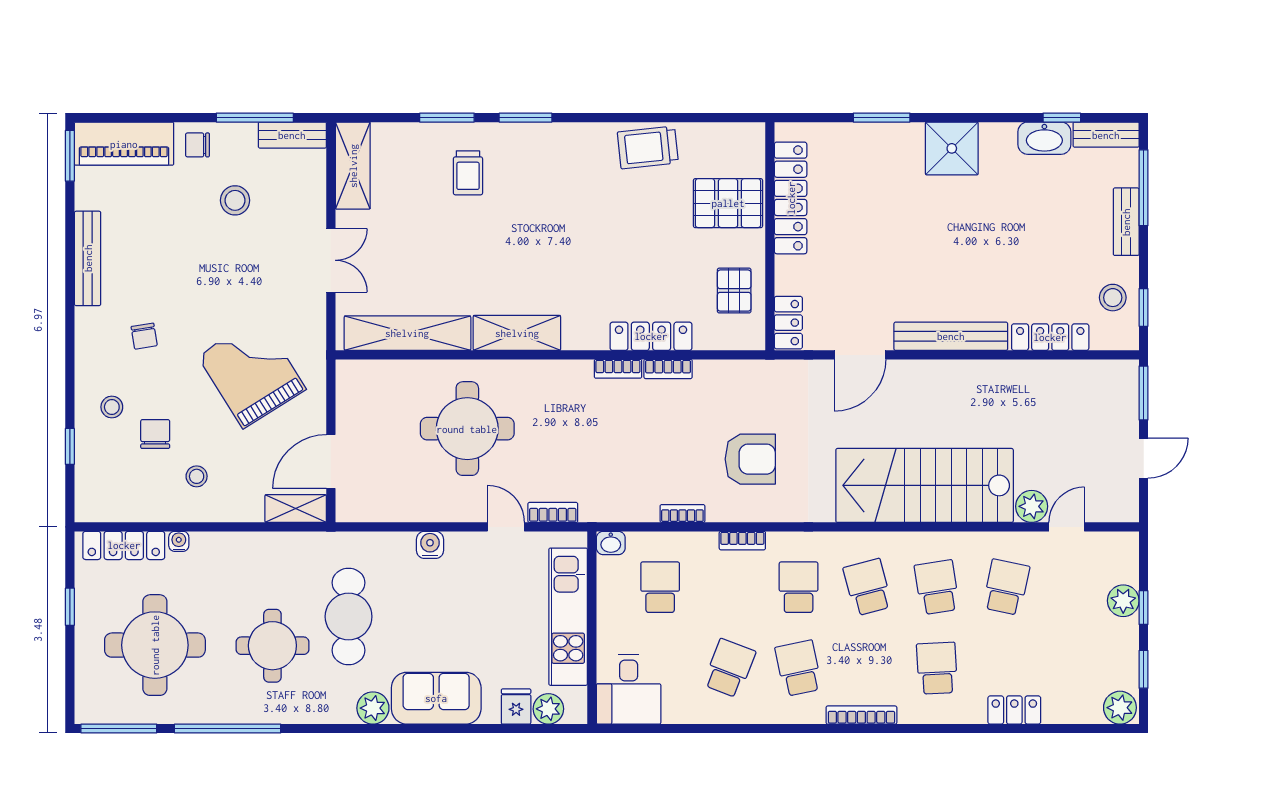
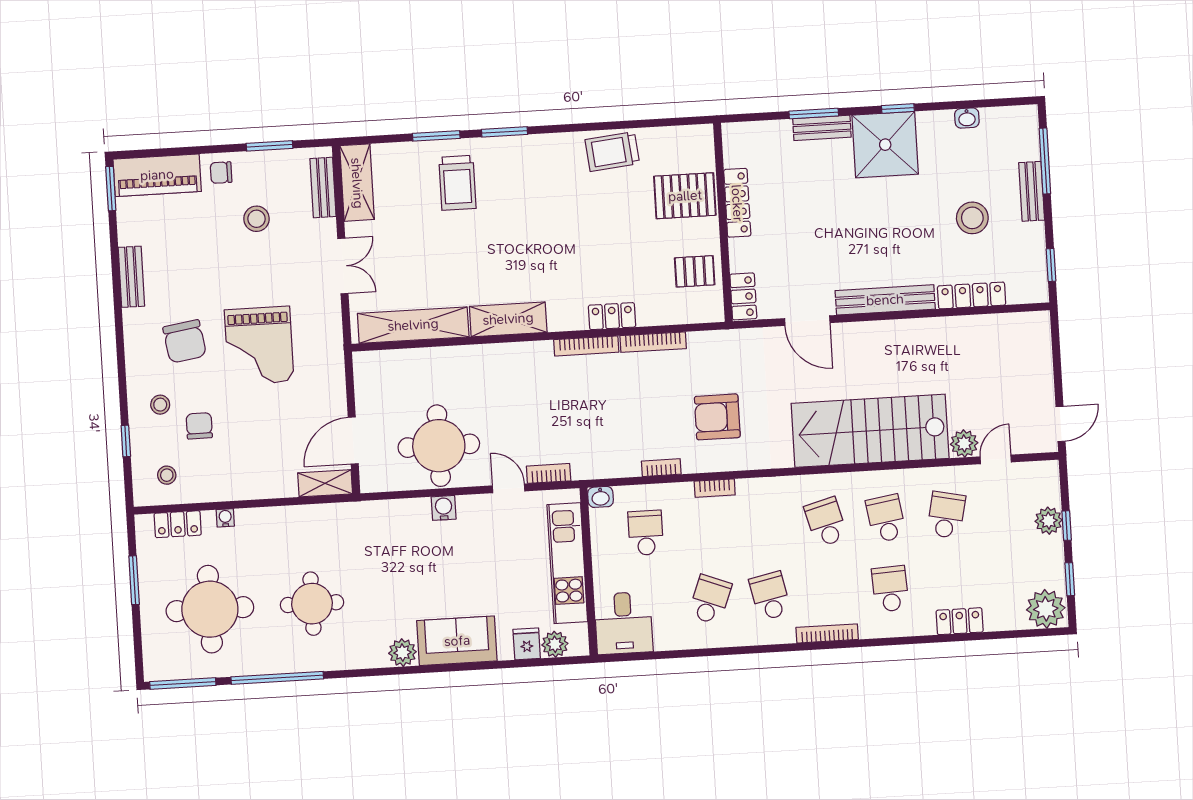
window: (255, 118) -> (269, 146), width x0.69
window: (1062, 118) -> (898, 109), moved
bench: (292, 135) -> (323, 187), moved, turned 90
bench: (1106, 135) -> (822, 128), moved
washbasin: (1044, 138) -> (967, 118), width x0.52, depth x0.69
shower: (952, 148) -> (885, 145), width x1.37, depth x1.37
trolley: (468, 173) -> (457, 183), width x1.36, depth x1.39
locker: (791, 198) -> (737, 203), width x0.71, depth x0.83
bench: (88, 258) -> (131, 277), width x0.73
pallet: (734, 291) -> (695, 271), turned 90
stool: (1113, 298) -> (972, 218), moved, width x1.38, depth x1.38
chair: (144, 336) -> (185, 341), width x1.87, depth x1.87
locker: (651, 336) -> (612, 316), width x0.66
door: (860, 355) -> (807, 321), hinge flipped
bookcase: (618, 369) -> (586, 346), width x1.56
bookcase: (668, 369) -> (653, 342), width x1.56
grand piano: (252, 372) -> (259, 346), moved, turned -148
window: (1144, 393) -> (1055, 339), removed
round table: (467, 429) -> (439, 446), moved
door: (1144, 458) -> (1061, 424), moved
armchair: (750, 459) -> (717, 417), turned 180
stool: (197, 476) -> (167, 475), moved
locker: (124, 545) -> (178, 524), width x0.66
school desk: (799, 587) -> (766, 526), removed
window: (70, 607) -> (134, 580), width x1.50
cafe table: (349, 617) -> (377, 574), removed
plant: (1120, 708) -> (1046, 609), width x1.36, depth x1.36

